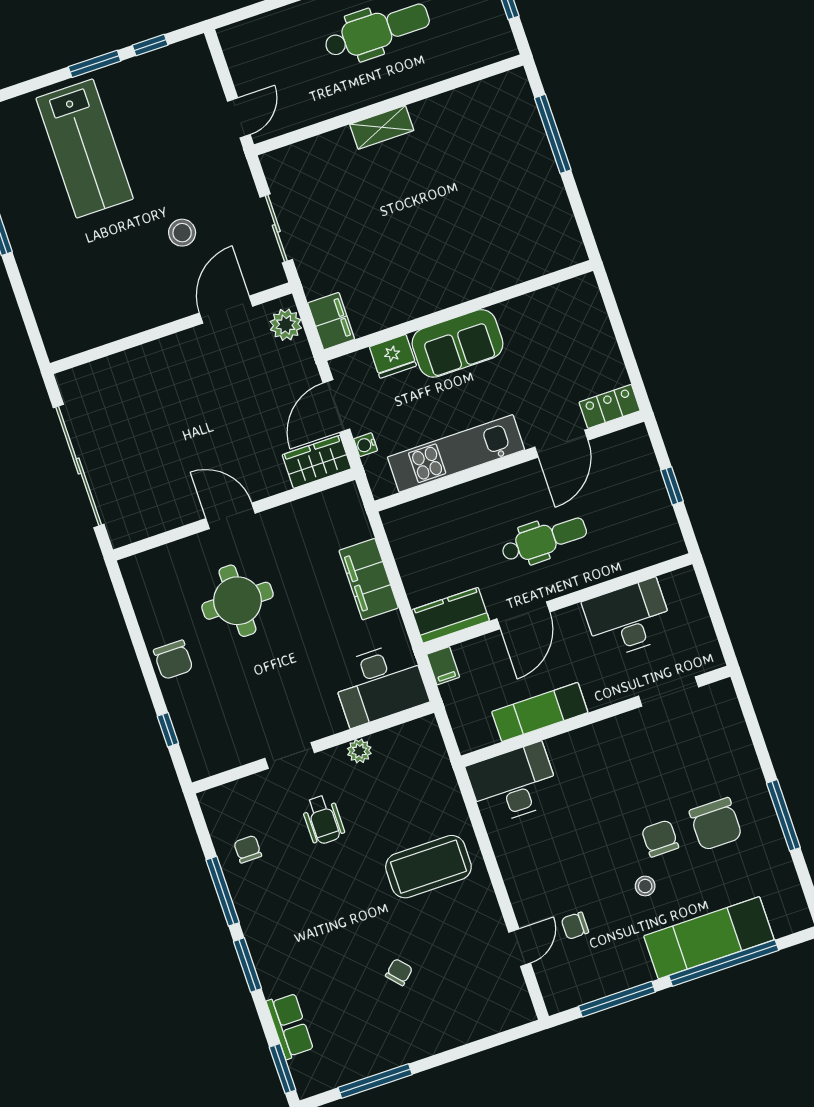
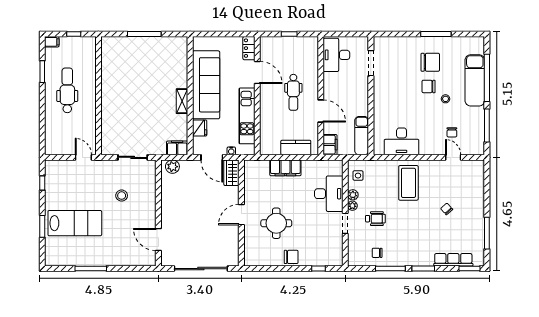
window: (95, 64) -> (42, 226), moved
shelving: (382, 127) -> (182, 101), moved
window: (553, 134) -> (144, 34), moved
door: (226, 310) -> (158, 240), moved
sofa: (458, 343) -> (206, 85), width x1.85, depth x1.27
dental chair: (544, 540) -> (293, 92), turned 180
kitchen counter: (451, 615) -> (296, 147), moved, turned 90
desk: (628, 619) -> (336, 55), moved
filing cabinet: (443, 666) -> (330, 145), width x2.00
desk: (380, 684) -> (329, 194), moved
exam couch: (540, 712) -> (362, 136), moved
side table: (407, 748) -> (358, 176), added
plant: (335, 758) -> (352, 206), added
desk: (513, 784) -> (402, 141), moved, turned -90
row of seats: (290, 1026) -> (453, 260), width x1.48

